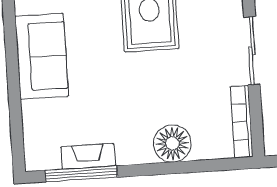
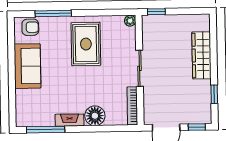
fireplace: (88, 156) -> (70, 120), moved

